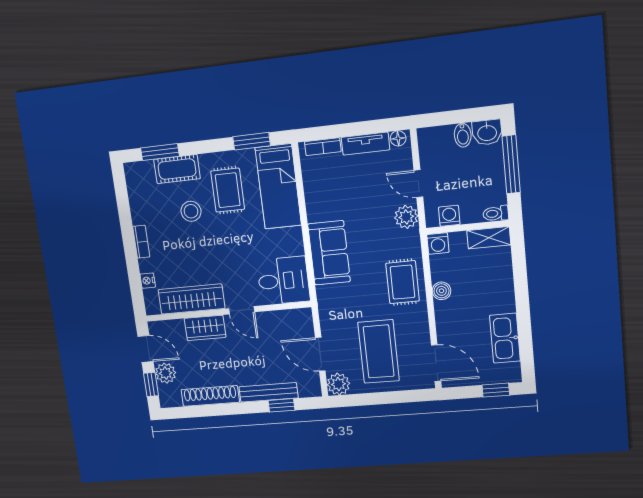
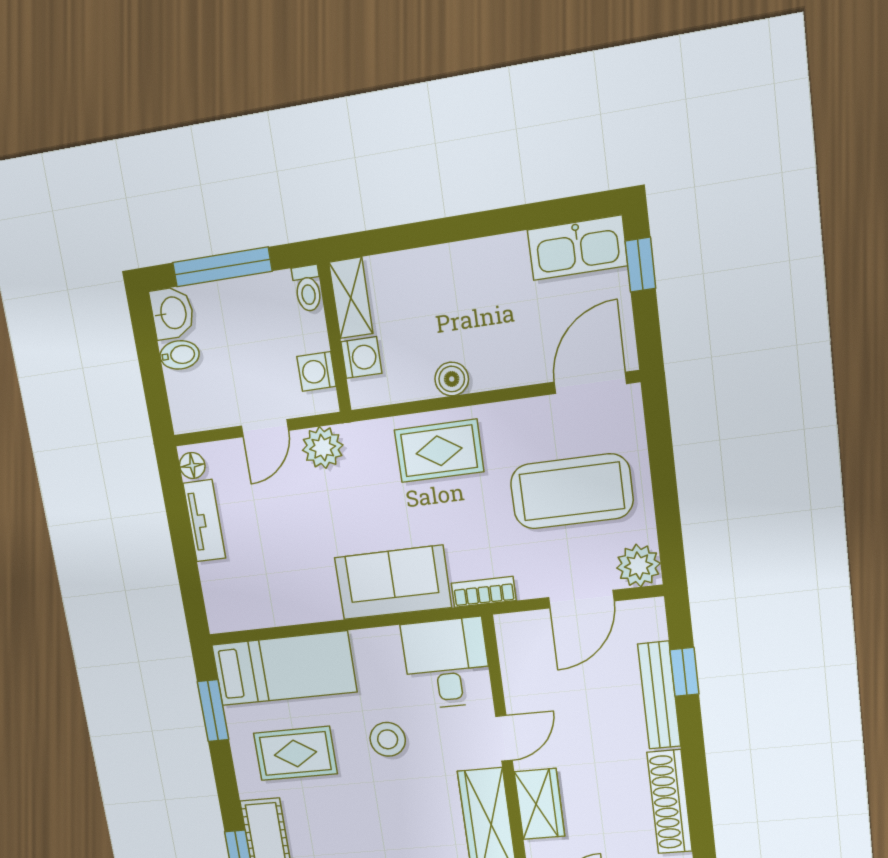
bookcase: (323, 147) -> (484, 592), moved, turned -90
stool: (191, 211) -> (388, 739), moved
washing machine: (438, 243) -> (361, 358), moved
kitchen sink: (505, 338) -> (578, 248), moved

